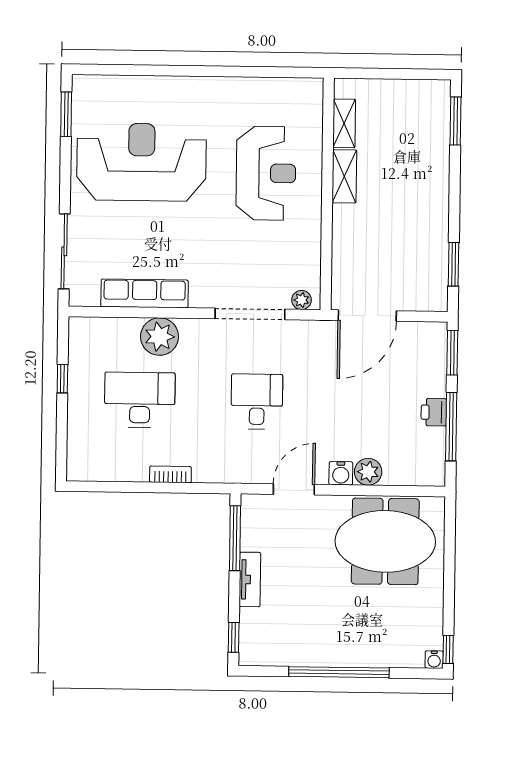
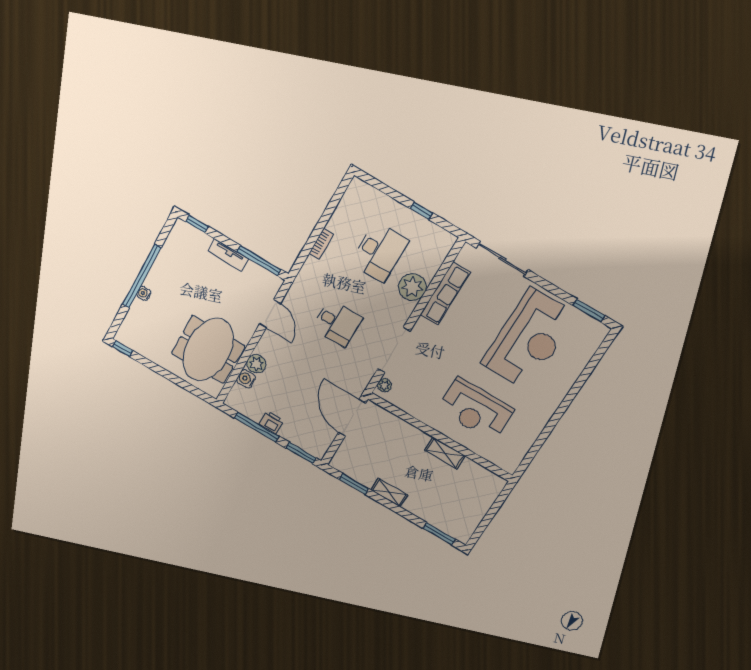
shelving: (344, 123) -> (389, 493), moved
water cooler: (341, 473) -> (246, 379), moved
water cooler: (434, 660) -> (144, 293), moved

